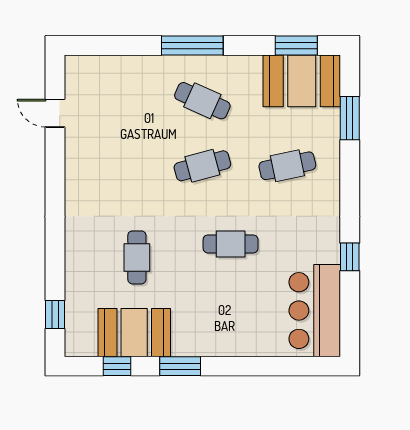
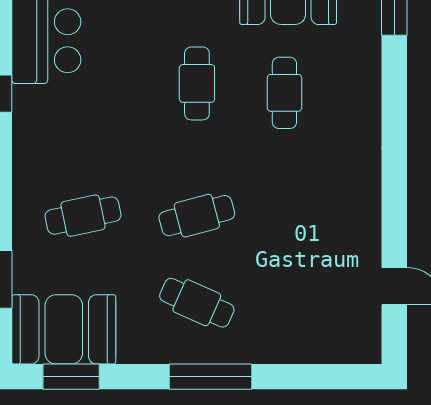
cafe table: (231, 244) -> (197, 83), moved, turned 90

